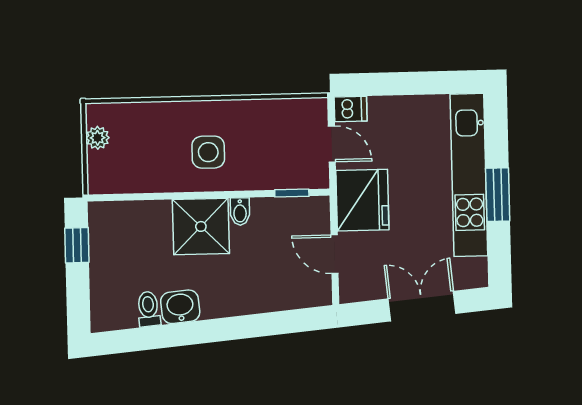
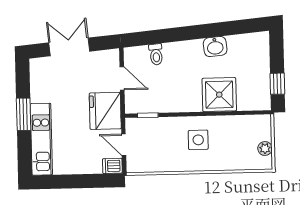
kitchen unit: (469, 175) -> (41, 139), width x0.73
bidet: (240, 212) -> (179, 104), removed
shower: (201, 226) -> (219, 95), moved
double door: (422, 306) -> (69, 47), swing flipped
toilet: (148, 309) -> (156, 54), moved

